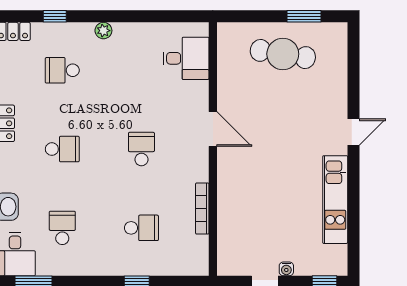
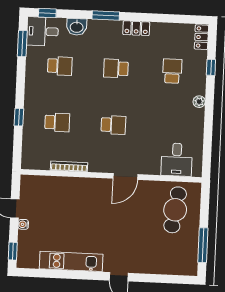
window: (304, 16) -> (203, 245), width x1.44
cafe table: (283, 54) -> (175, 210), moved
school desk: (62, 149) -> (116, 68), turned 90
school desk: (141, 228) -> (57, 122), turned -90

